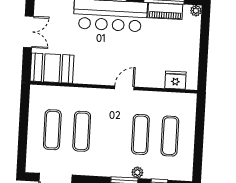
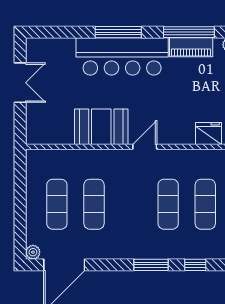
booth: (52, 68) -> (101, 127), moved
plant: (137, 172) -> (33, 252), moved

